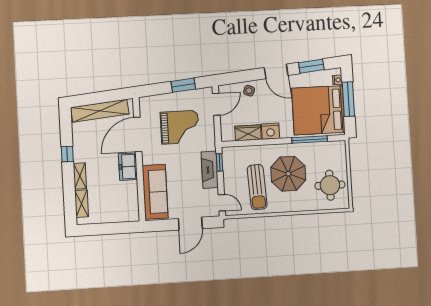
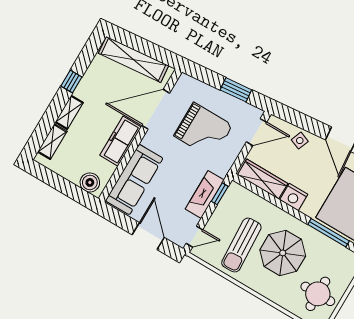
wardrobe: (248, 133) -> (263, 179), width x1.50
freezer: (128, 167) -> (121, 141), width x1.40
door: (222, 203) -> (194, 237), hinge flipped
boiler: (126, 214) -> (90, 182), added
door: (190, 224) -> (148, 236), swing flipped

